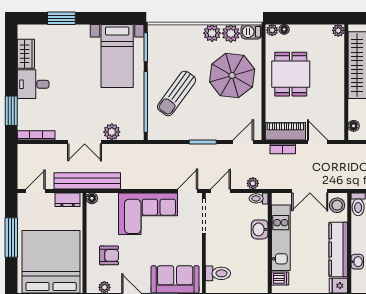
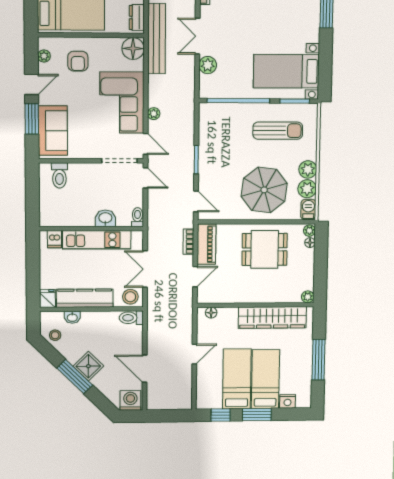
sun lounger: (177, 93) -> (278, 131), moved, turned 144
plant: (253, 183) -> (154, 114), moved
floor lamp: (92, 198) -> (133, 49), width x1.89, depth x1.89

